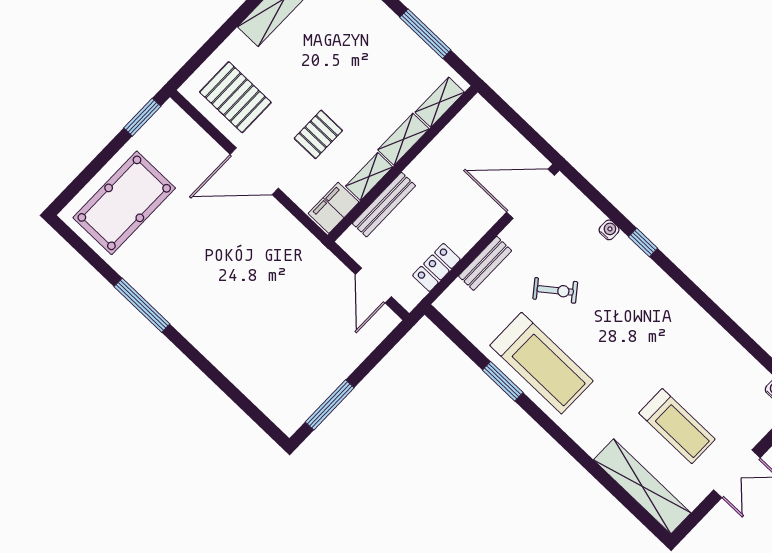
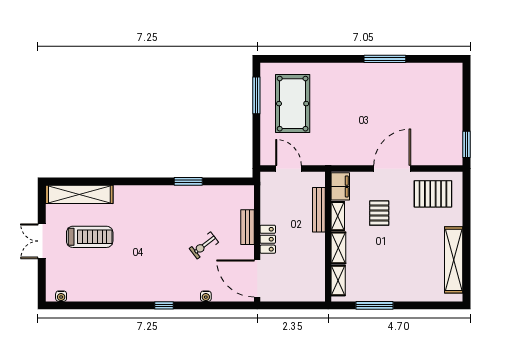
door: (530, 194) -> (257, 278), swing flipped
pool table: (124, 203) -> (293, 104), moved
window: (643, 243) -> (164, 305), moved
locker: (436, 267) -> (268, 239), moved
treadmill: (541, 363) -> (178, 206), removed
treadmill: (677, 426) -> (90, 237), turned 180

